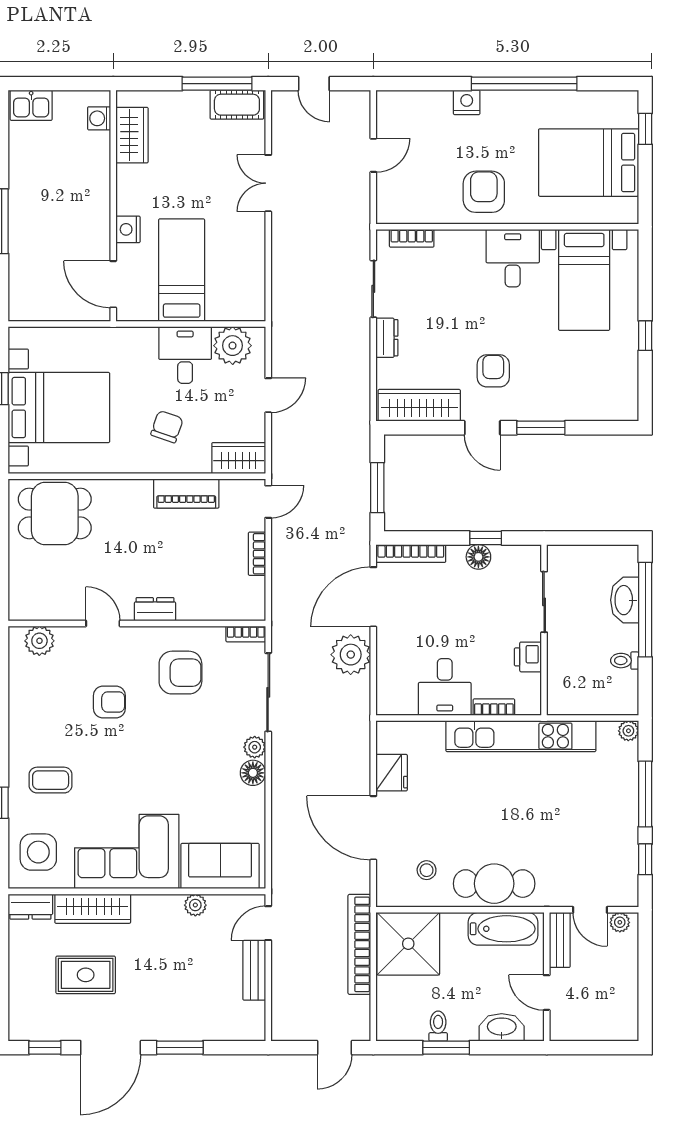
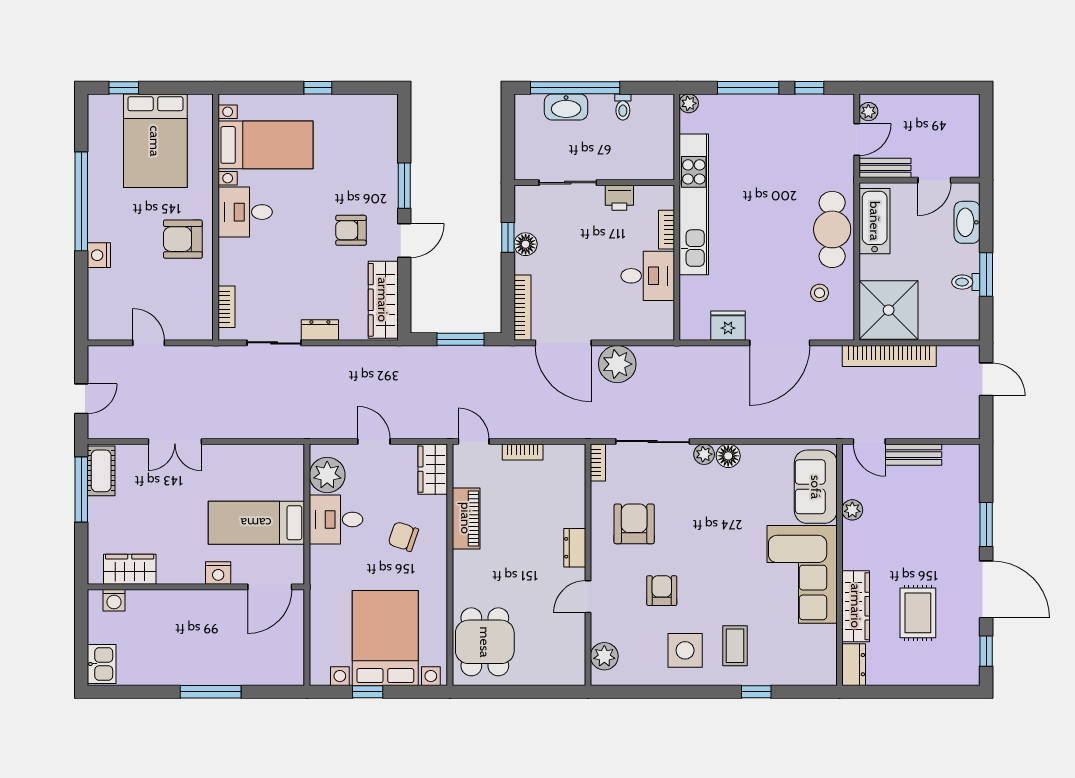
side table: (38, 852) -> (685, 650), moved

